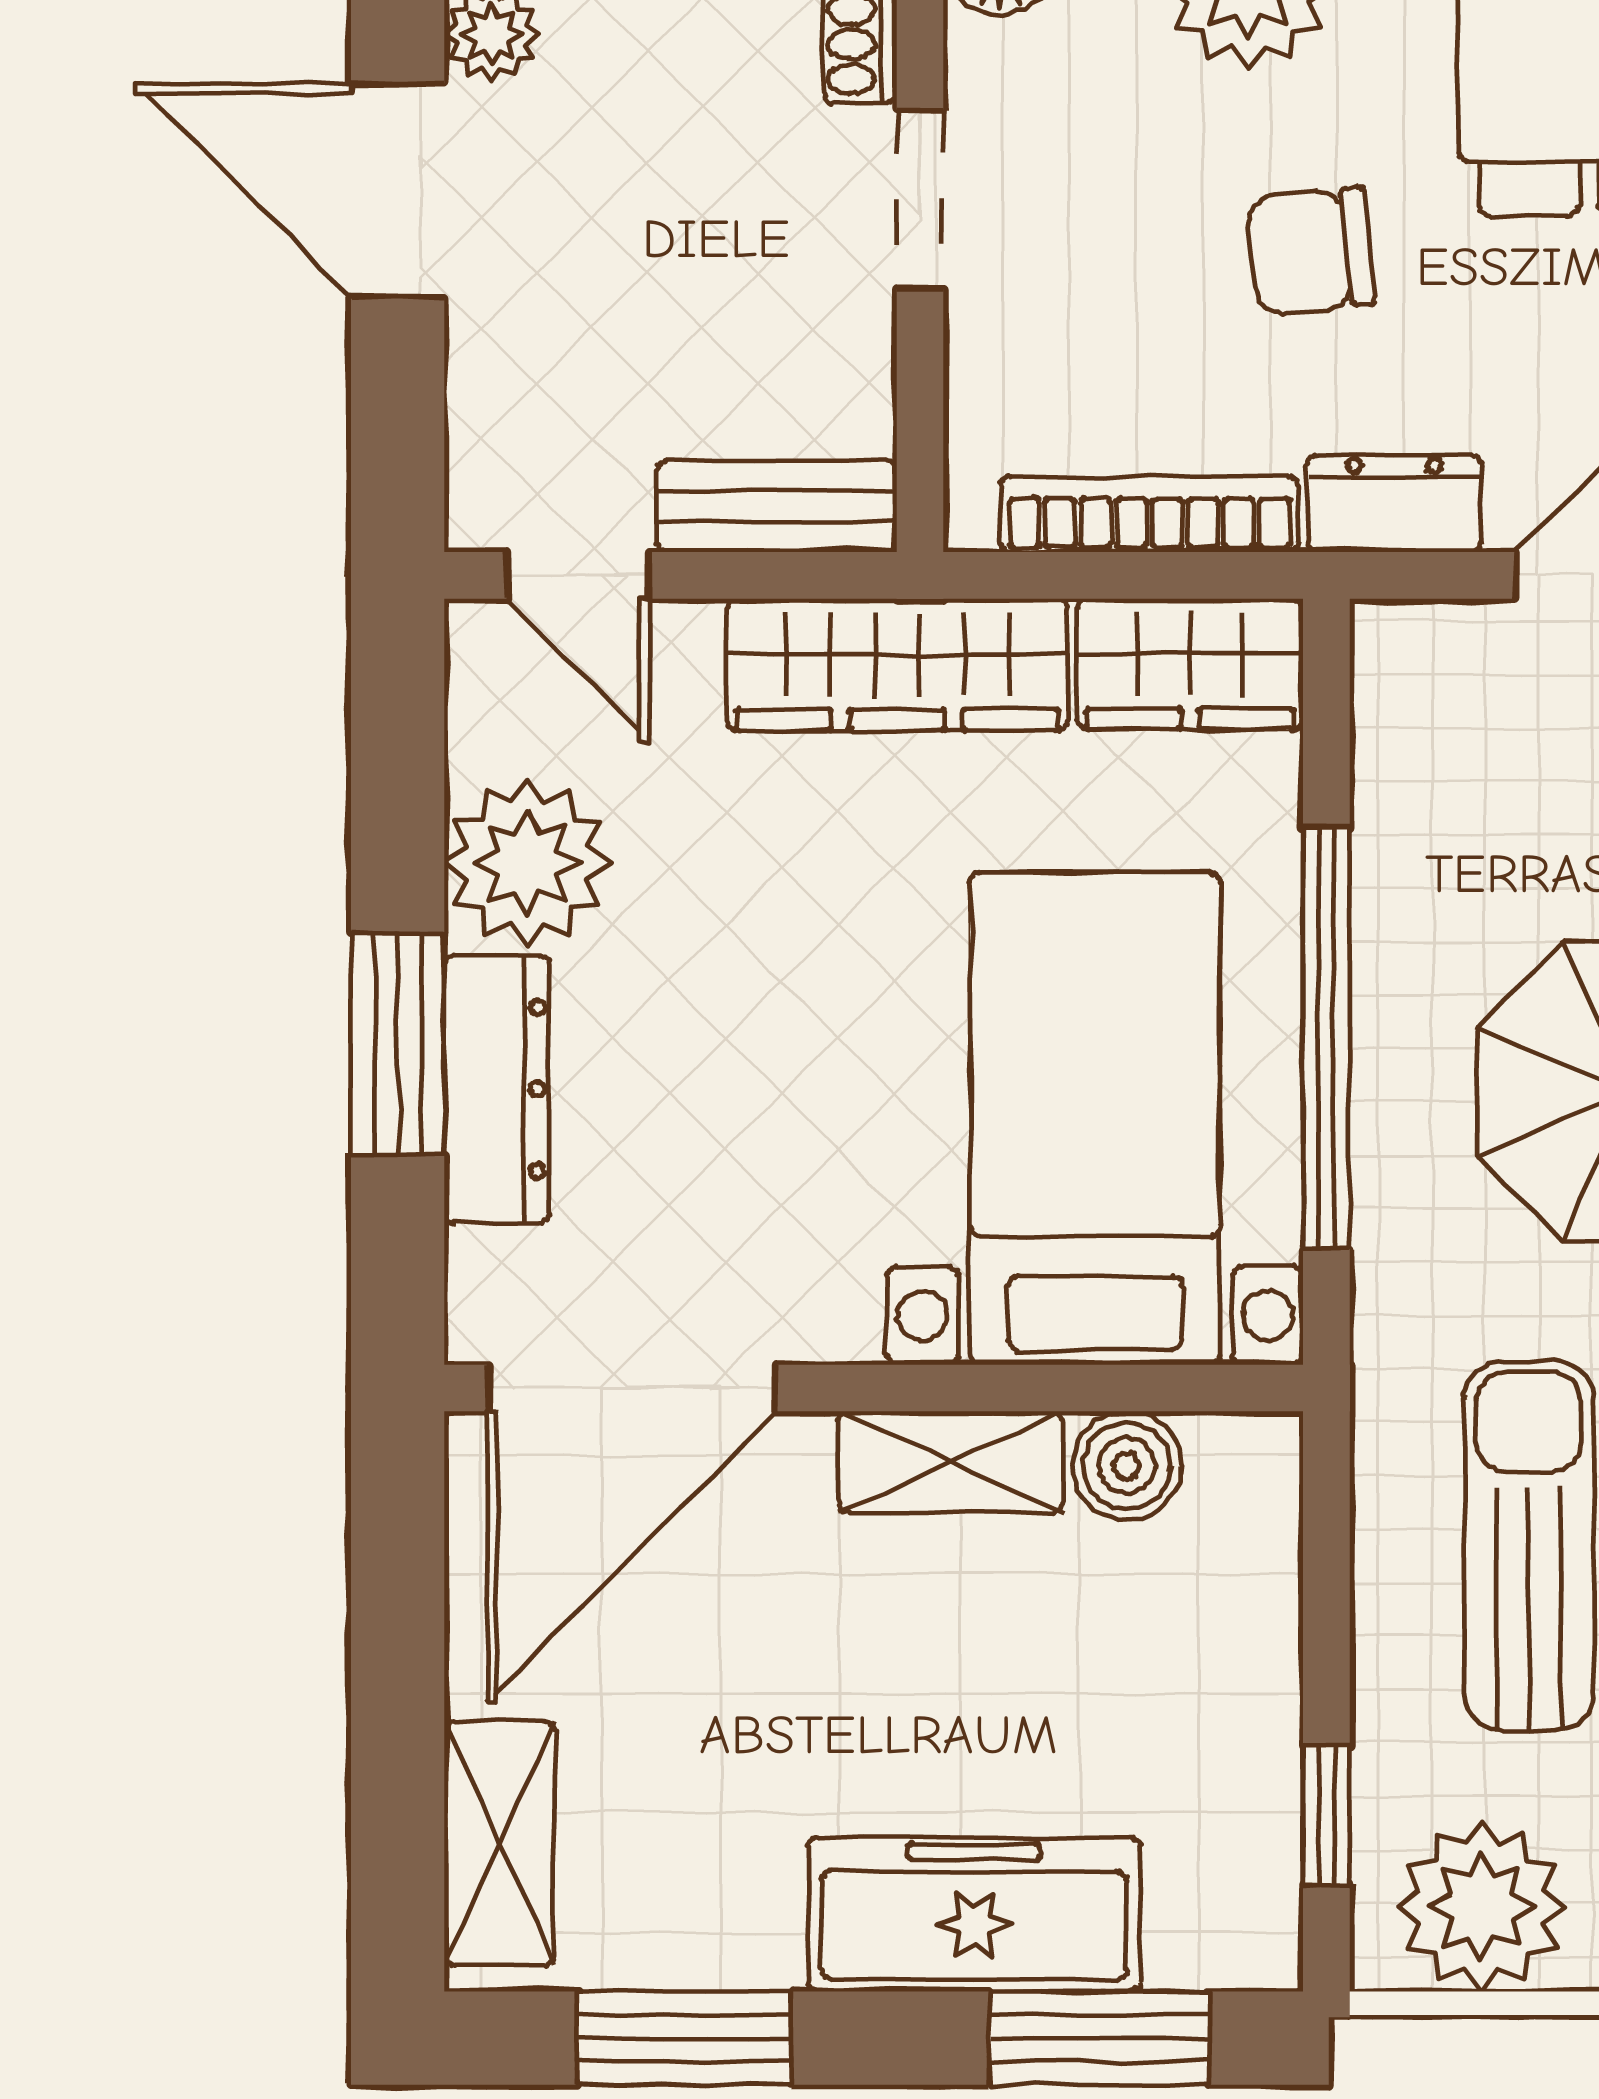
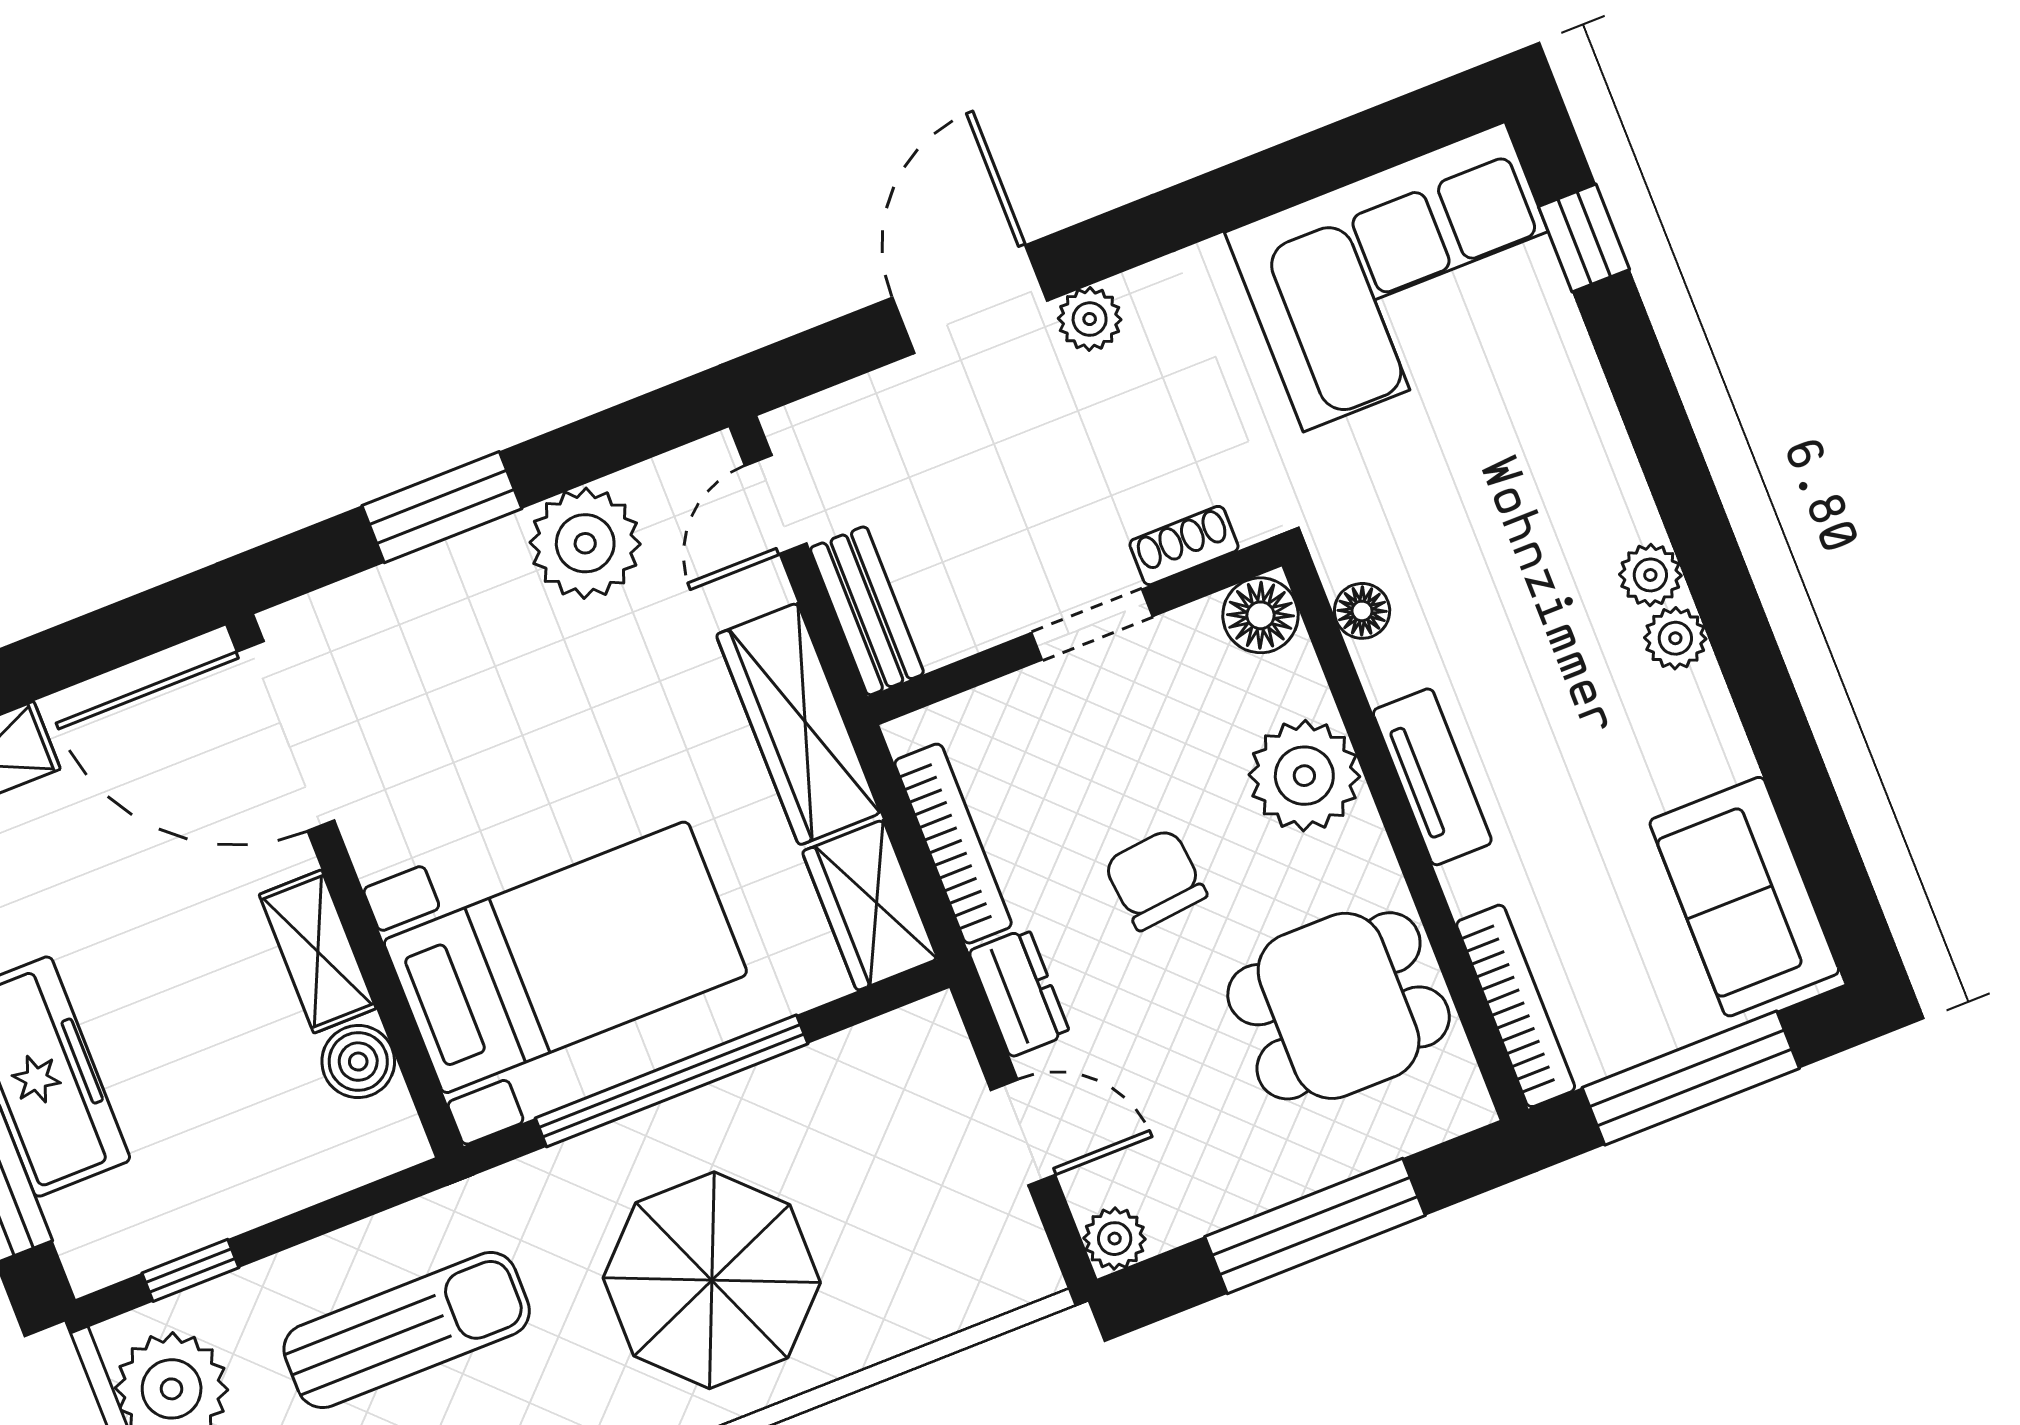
dresser: (496, 1089) -> (437, 579), removed

